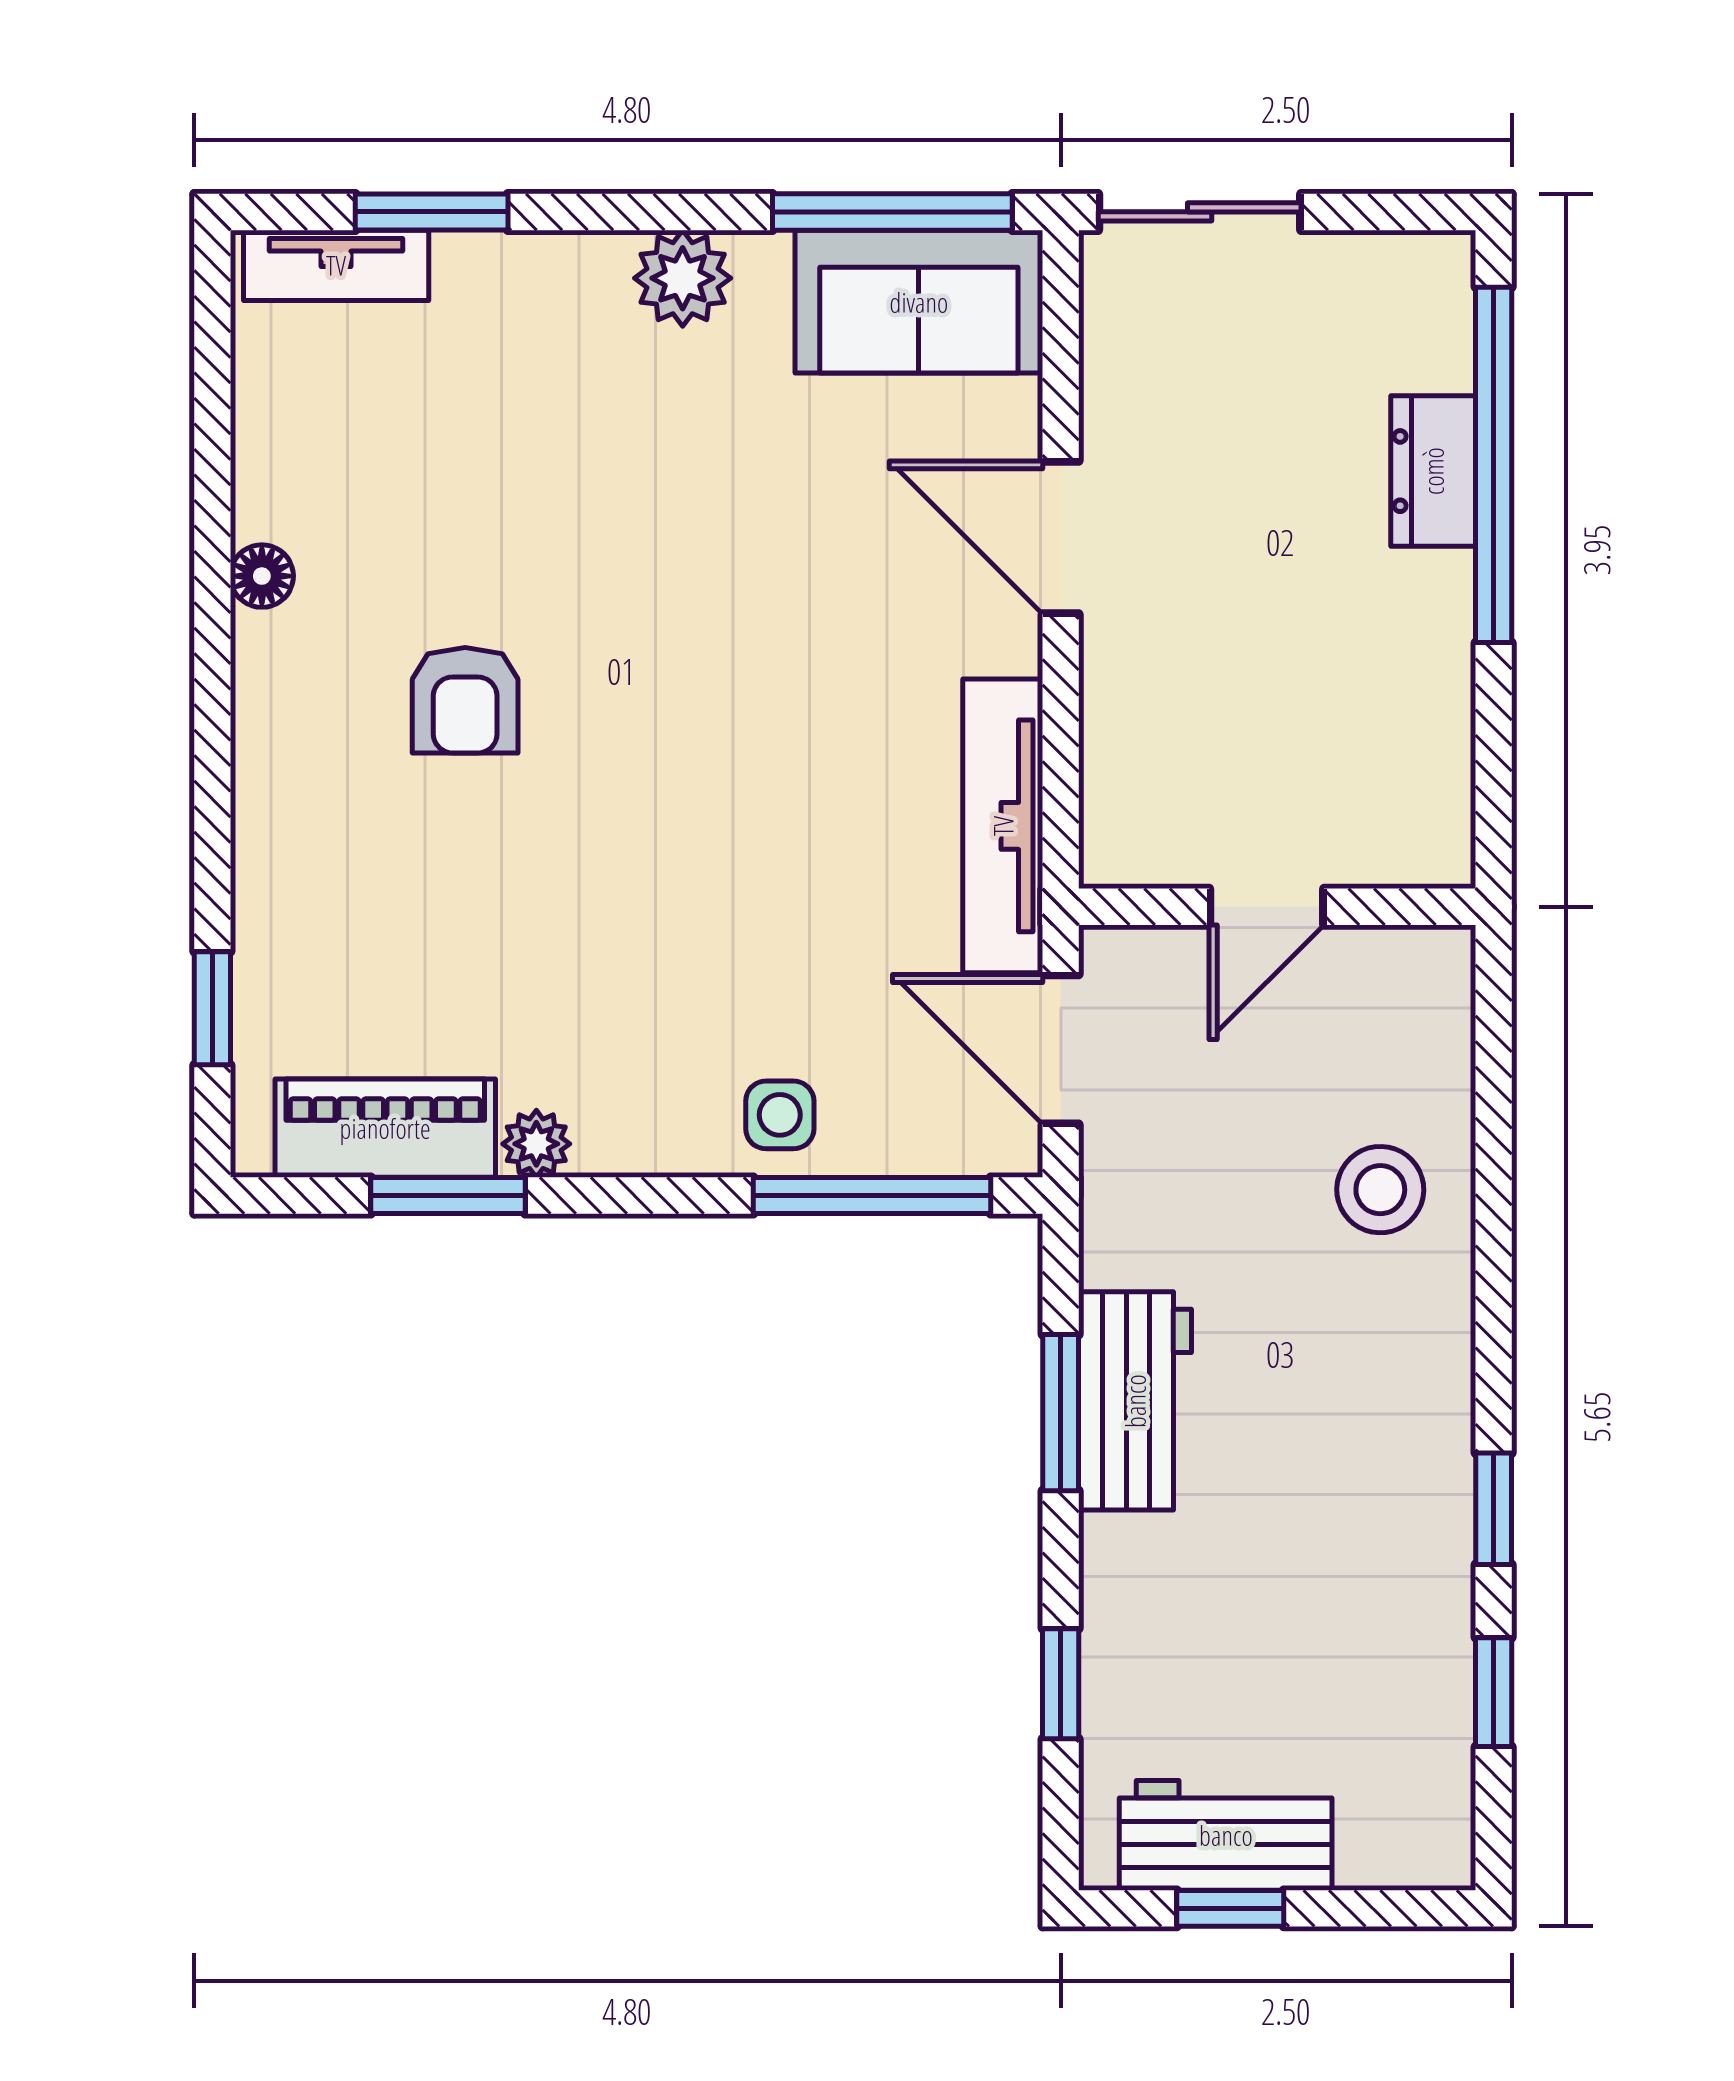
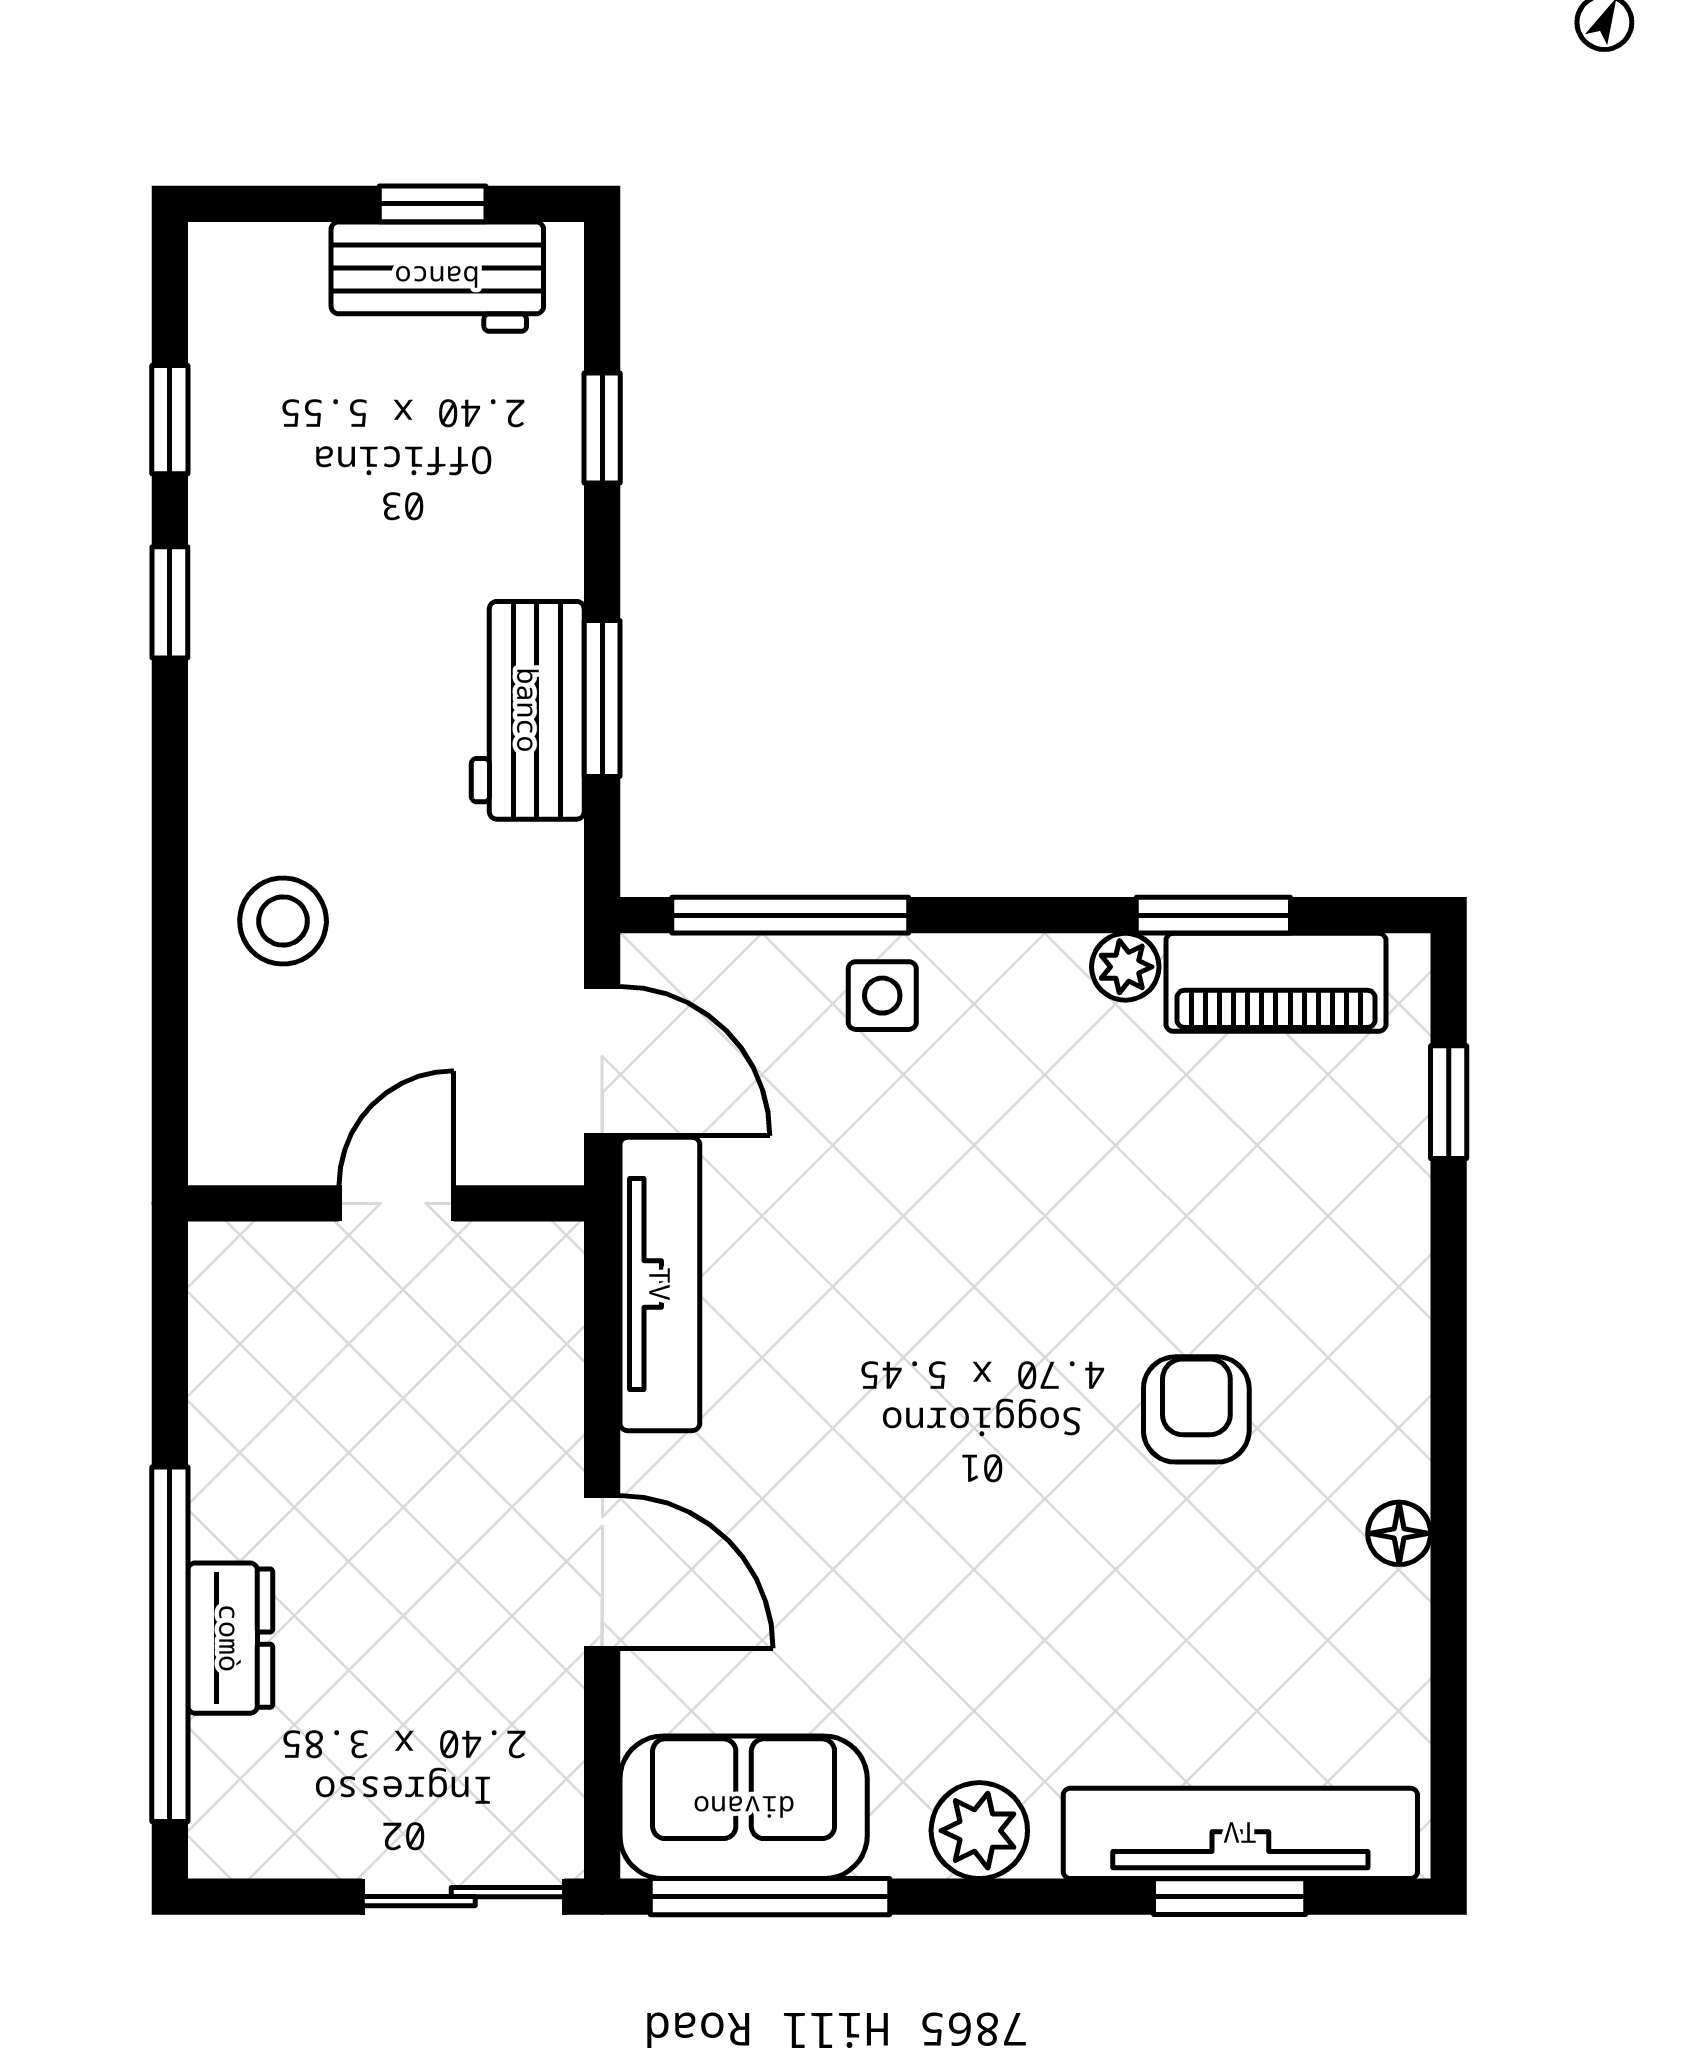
tv unit: (336, 265) -> (1240, 1833), width x1.92, depth x1.29

